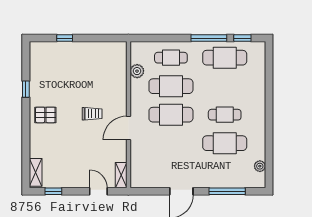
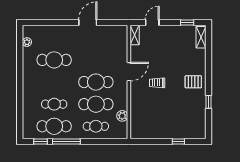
cafe table: (225, 115) -> (54, 104), moved
door: (98, 191) -> (152, 23), swing flipped
window: (227, 191) -> (52, 23), removed

